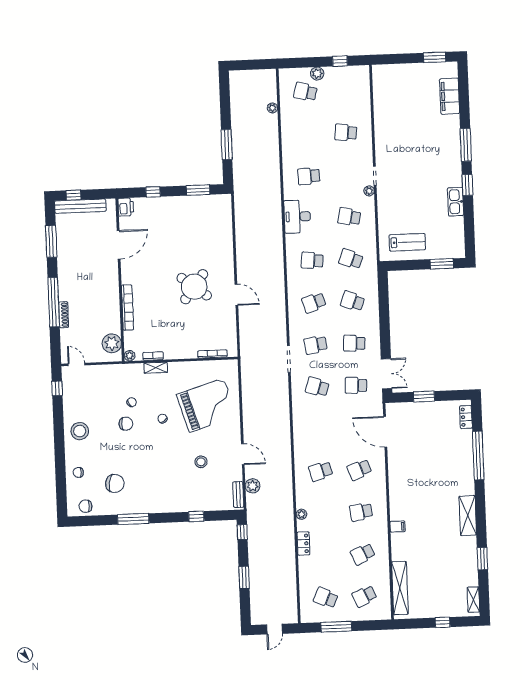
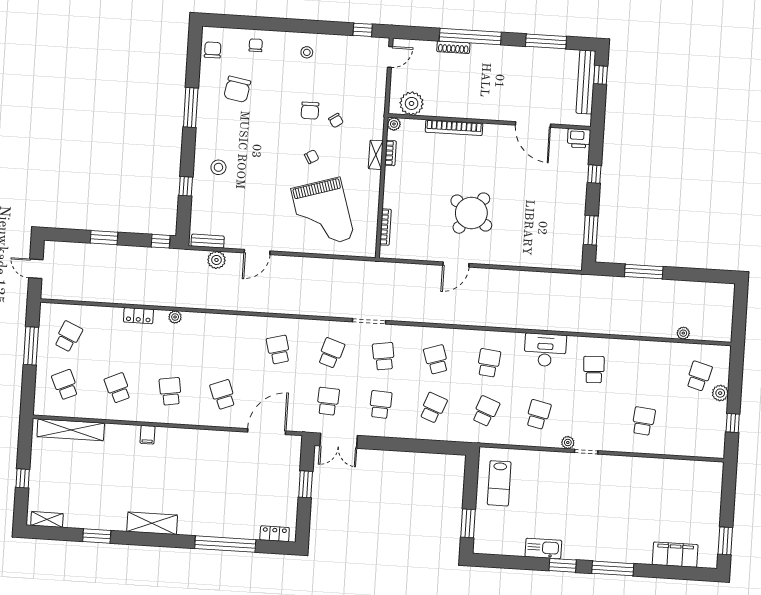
stool: (80, 431) -> (307, 52), width x0.53, depth x0.53
stool: (201, 462) -> (218, 167), moved
school desk: (321, 471) -> (278, 350), moved

